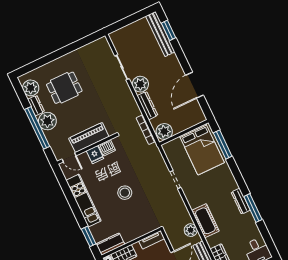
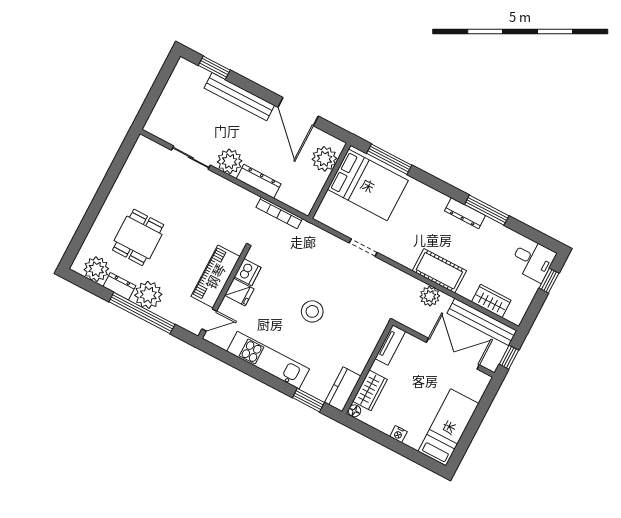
bench: (160, 34) -> (239, 97), moved
plant: (164, 131) -> (324, 159), moved

